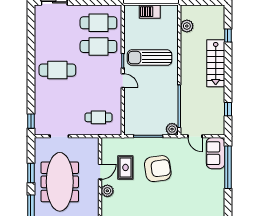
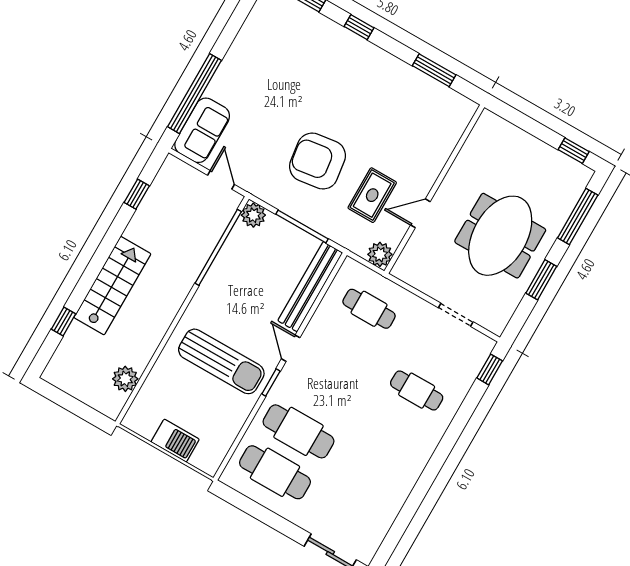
cafe table: (57, 70) -> (417, 391), moved, width x0.73, depth x0.74
bench: (130, 112) -> (310, 287), added
meeting table: (60, 182) -> (500, 236), width x0.73
plant: (107, 191) -> (380, 254), moved

